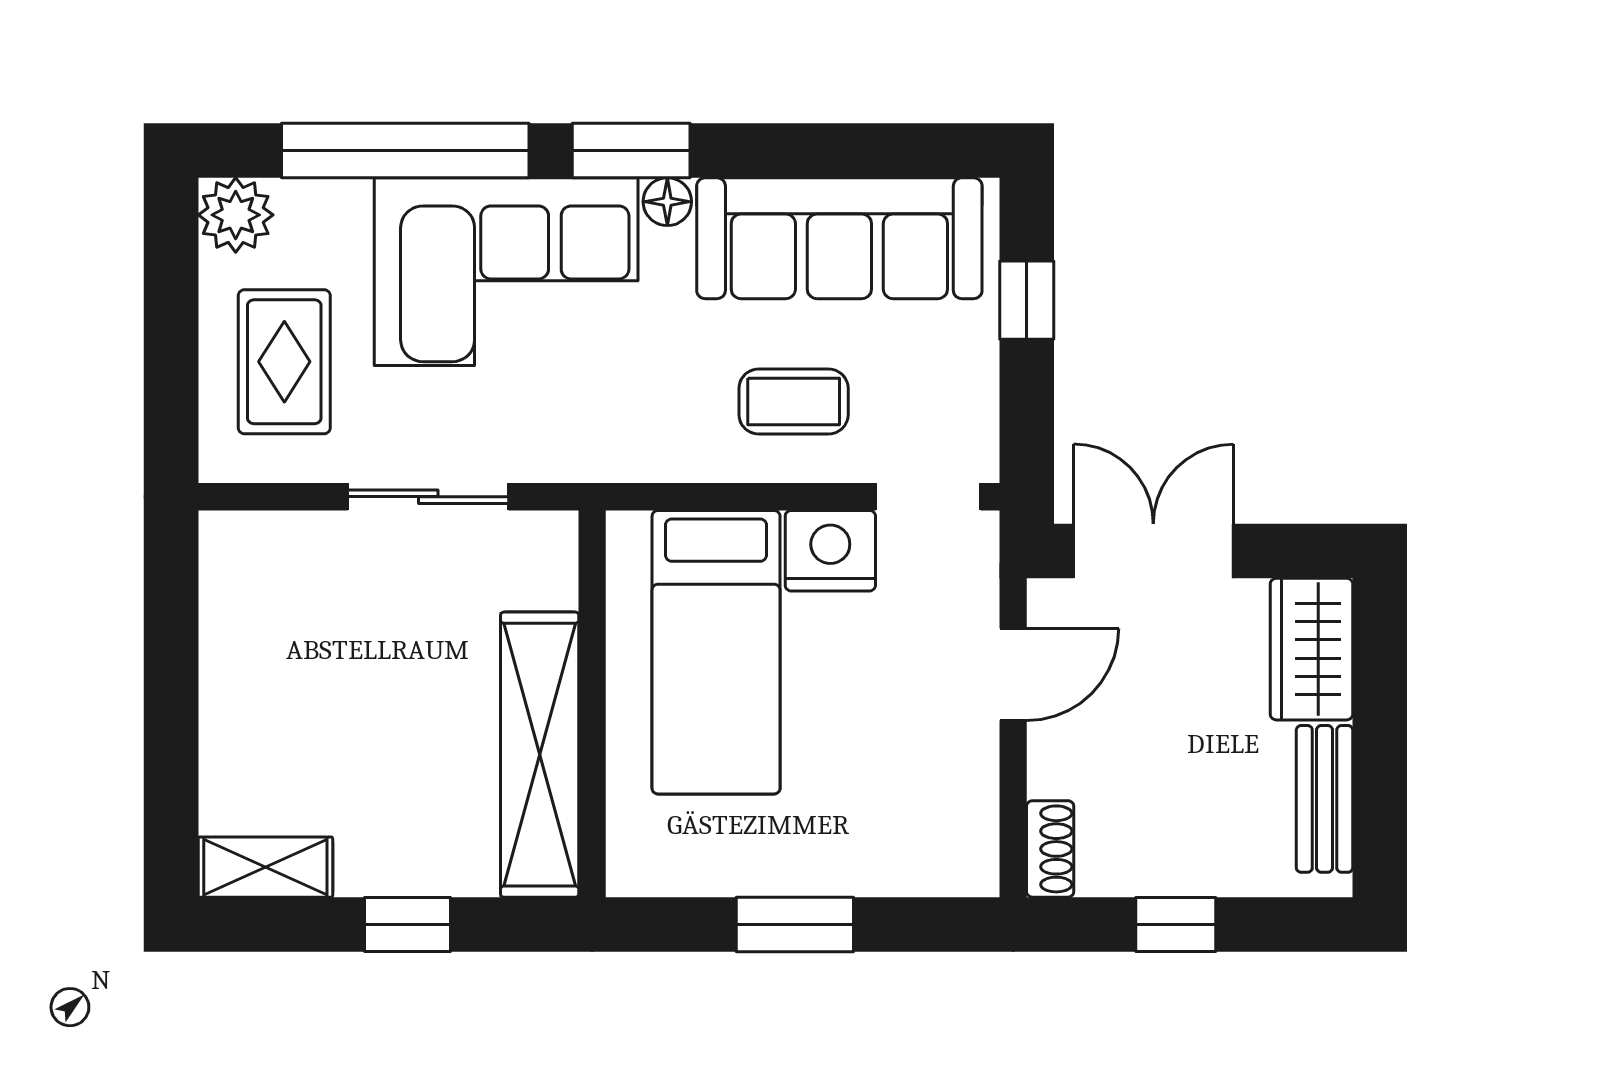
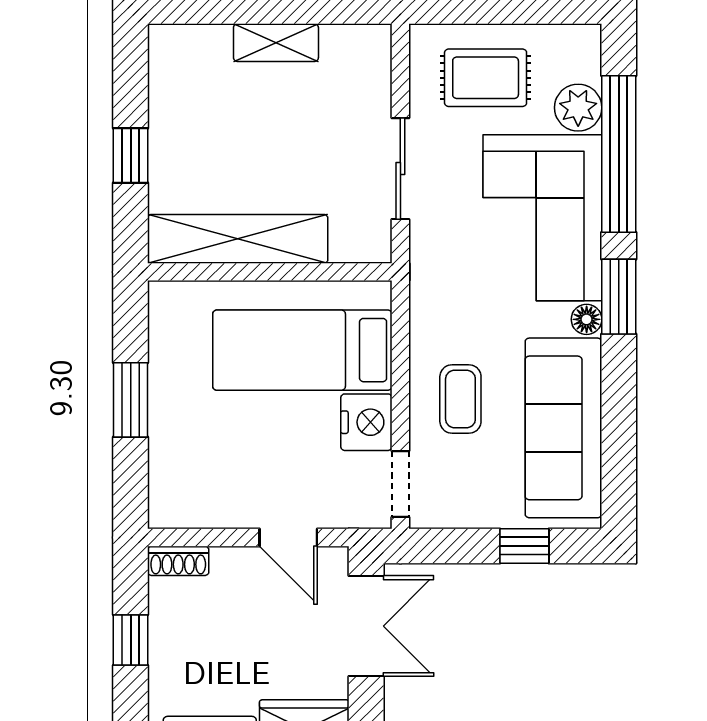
plant: (236, 215) -> (578, 108), moved
shelving: (265, 867) -> (276, 43), moved, turned 90

